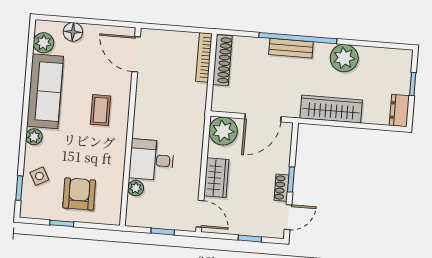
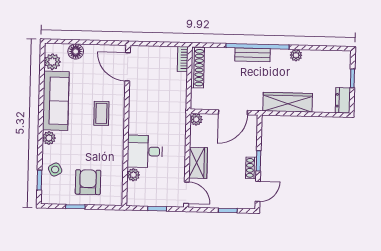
bookcase: (204, 57) -> (183, 59), width x0.64
plant: (344, 58) -> (296, 55), width x0.53, depth x0.53
plant: (223, 131) -> (196, 119), width x0.53, depth x0.53

